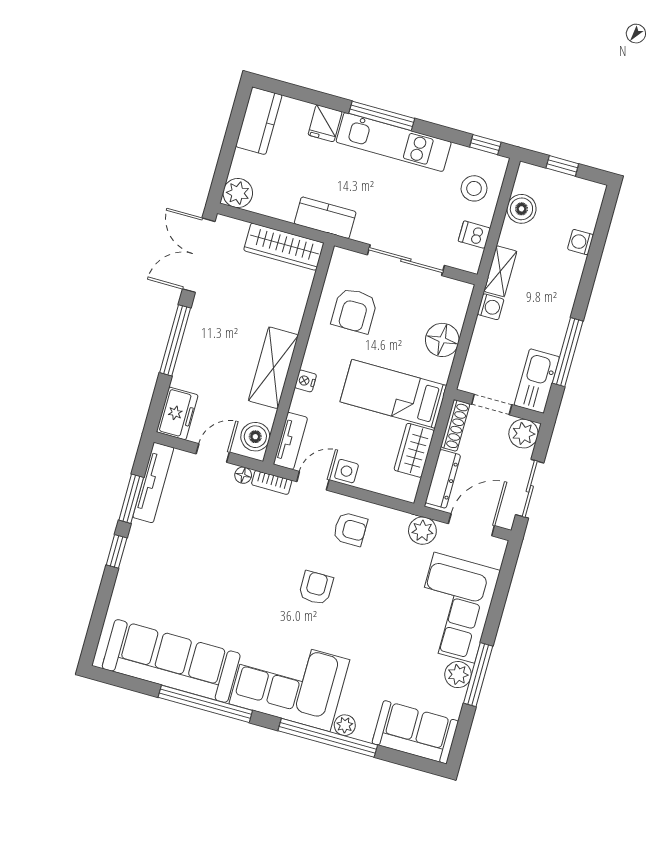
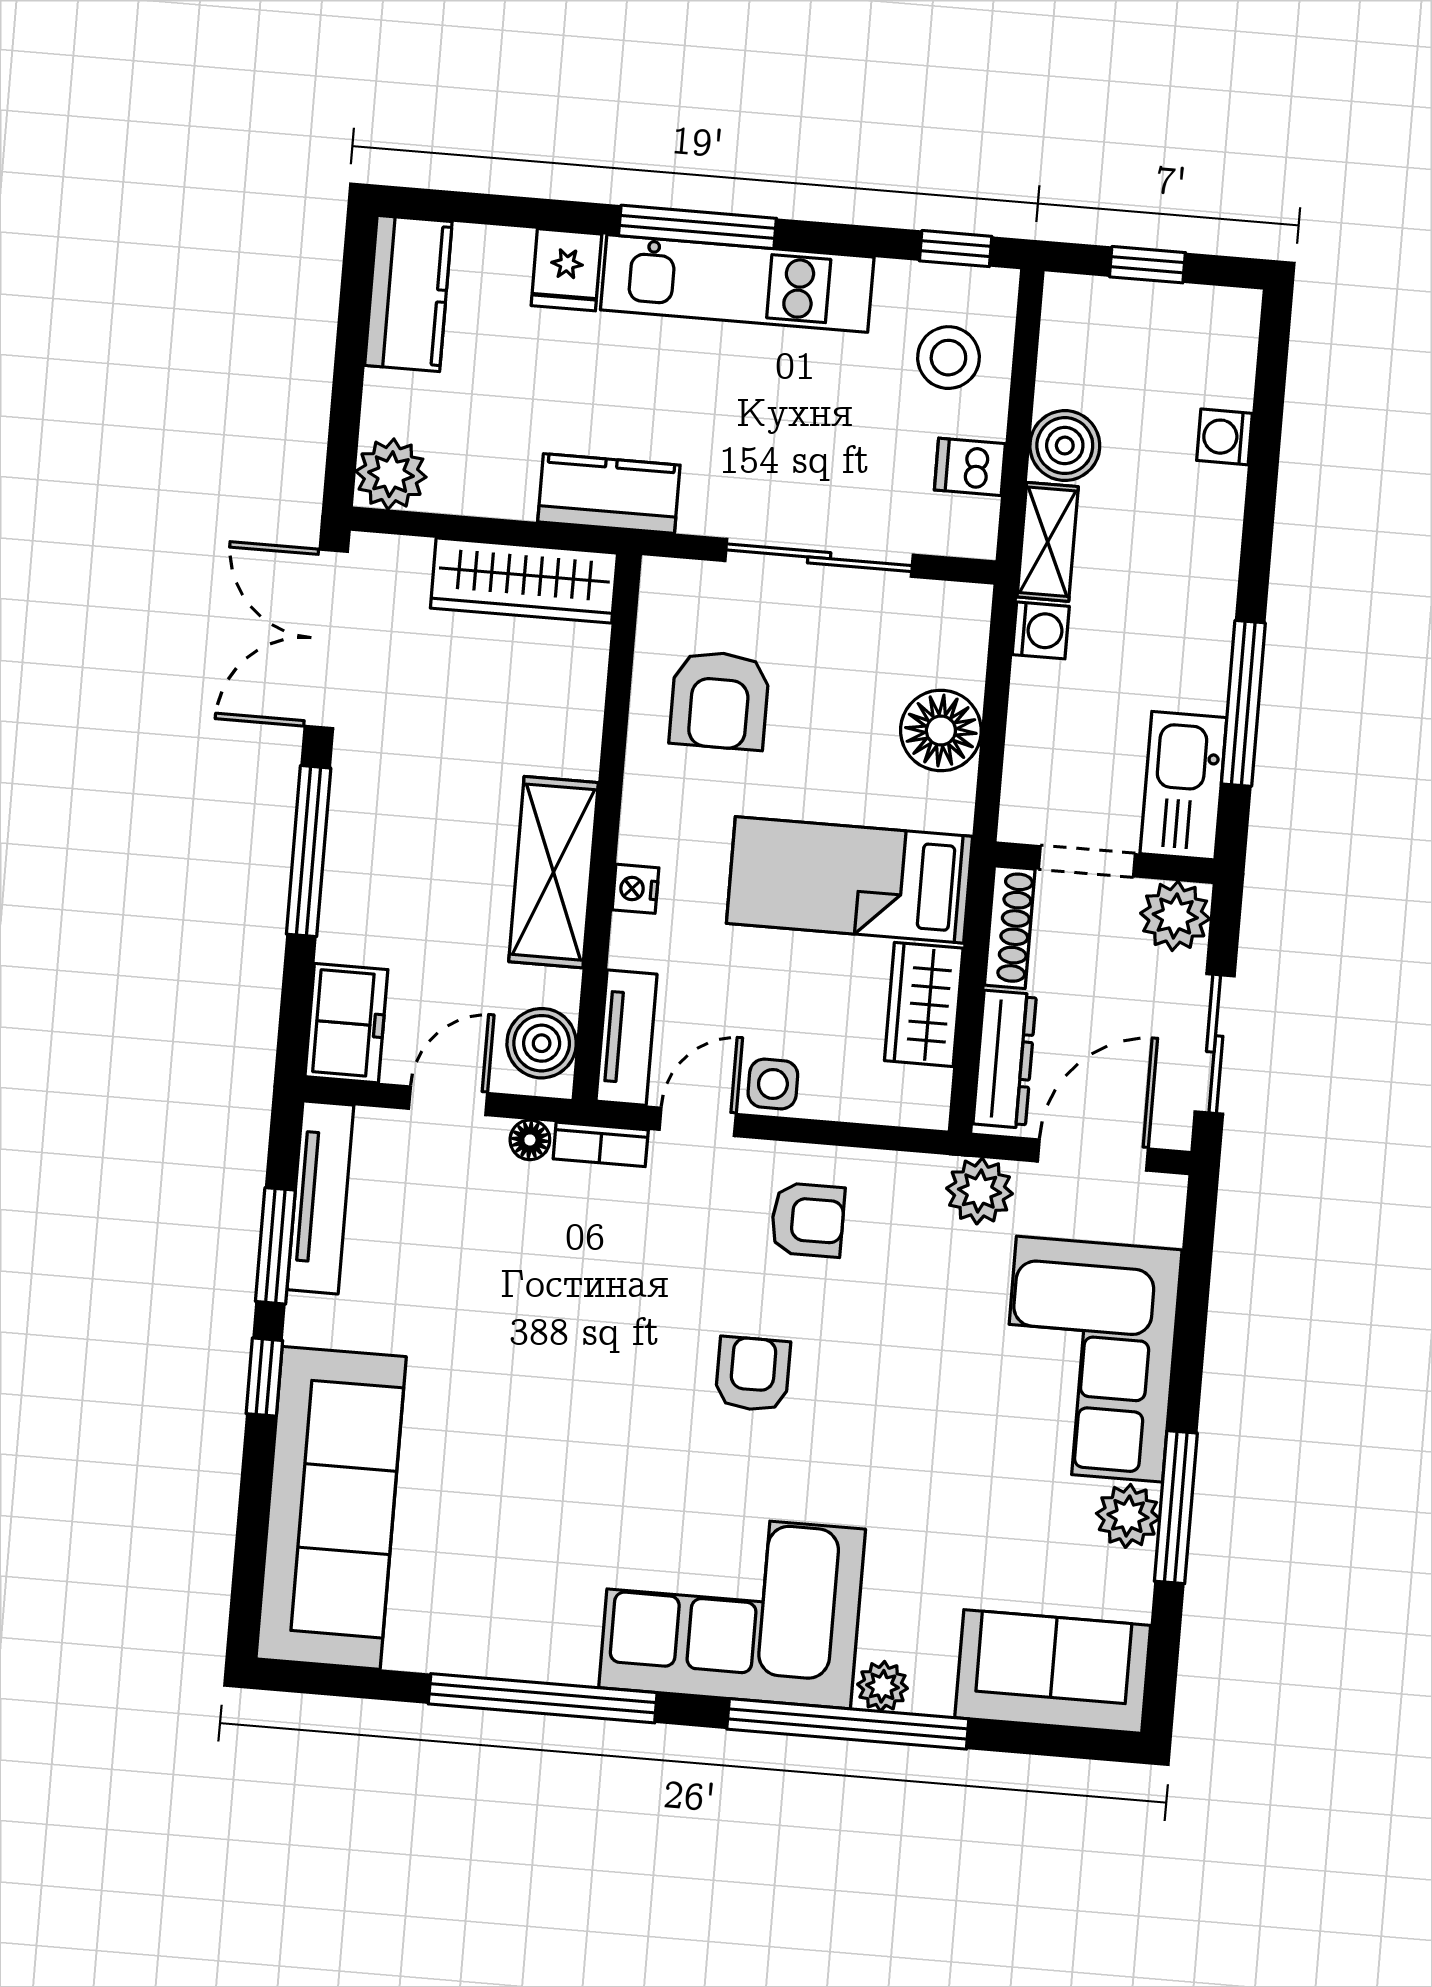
boiler: (521, 209) -> (1065, 446), moved
sofa: (171, 661) -> (331, 1508), moved, turned 90

